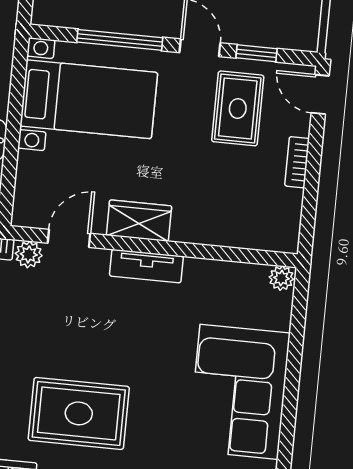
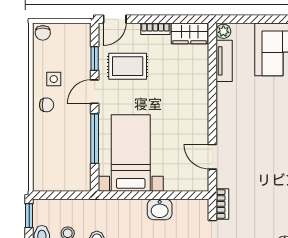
wardrobe: (139, 221) -> (190, 33), moved, turned -90
plant: (29, 254) -> (224, 179), removed
tv unit: (146, 266) -> (224, 61), moved

